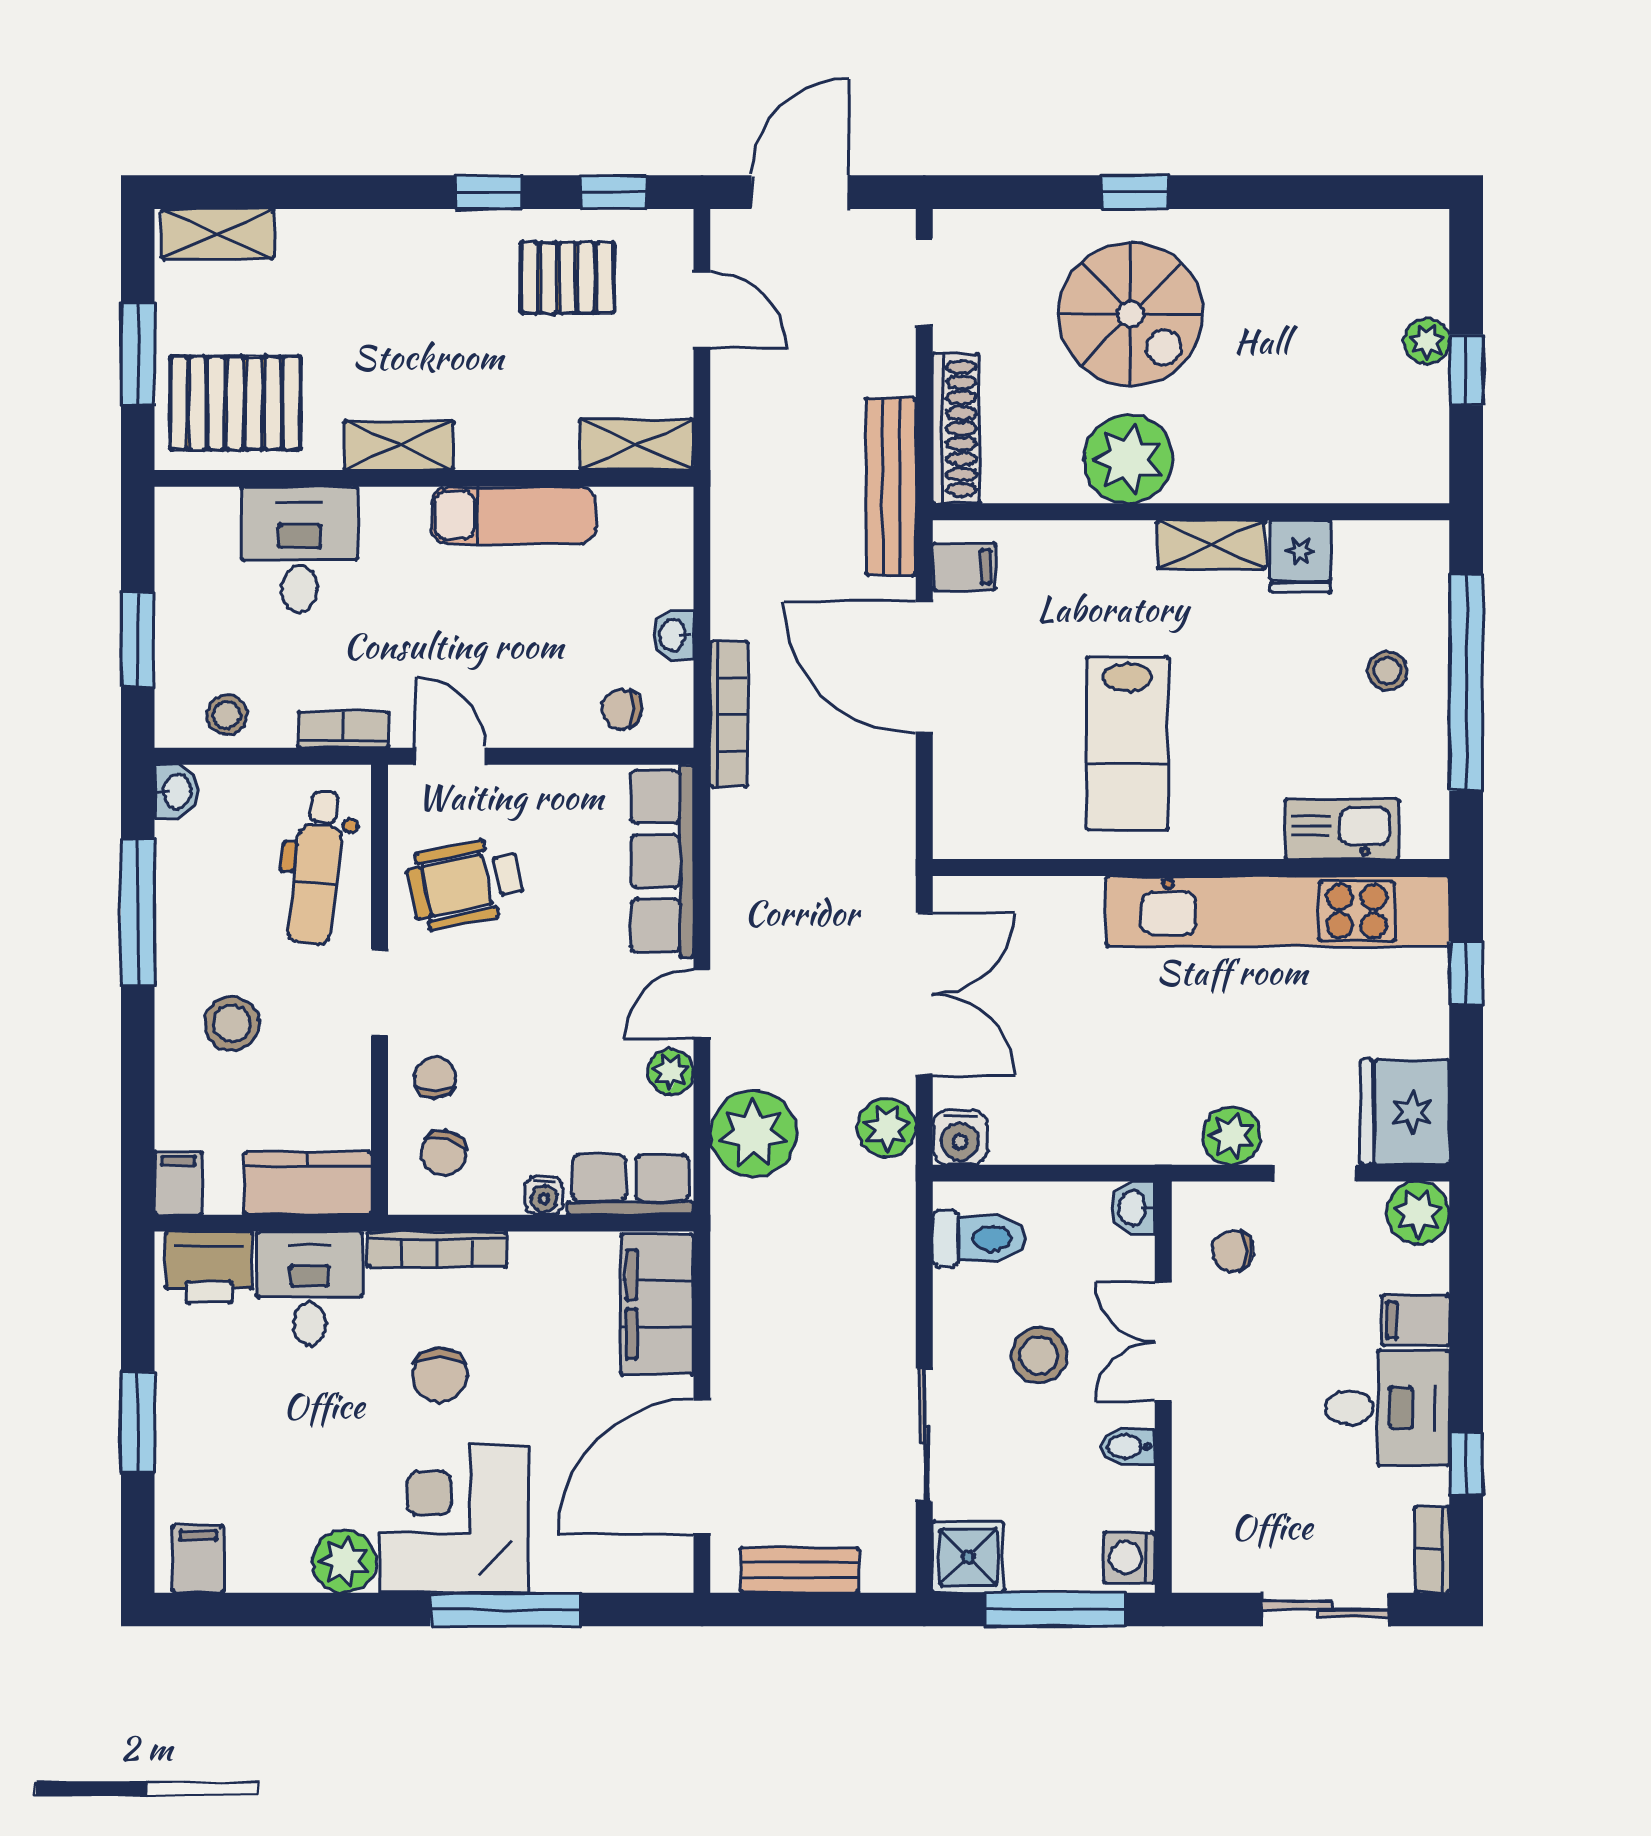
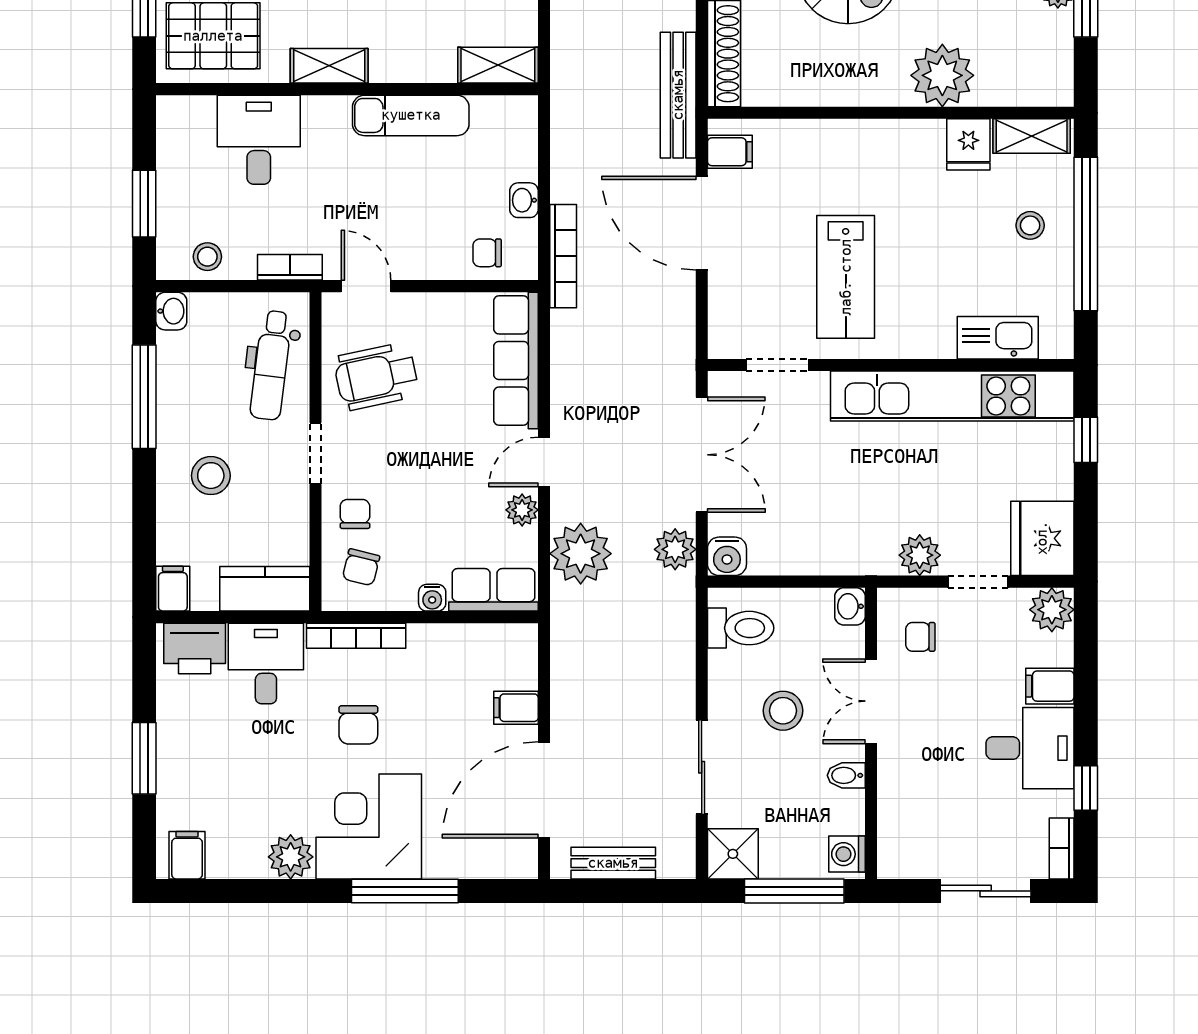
plant: (1128, 459) -> (942, 75), moved
shelving: (1211, 544) -> (1032, 136), moved
doorway: (1031, 867) -> (778, 365), added
filing cabinet: (657, 1304) -> (516, 708), width x0.33, depth x0.86

